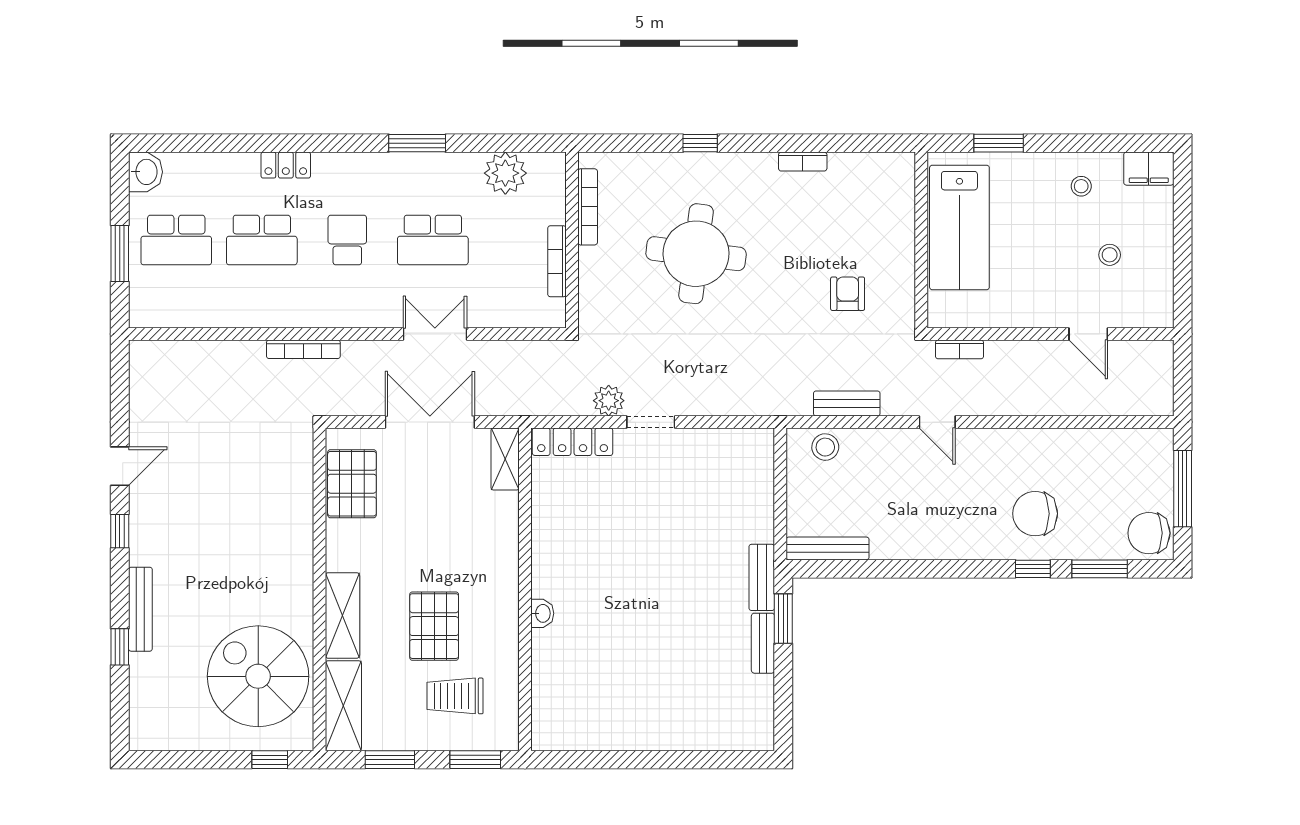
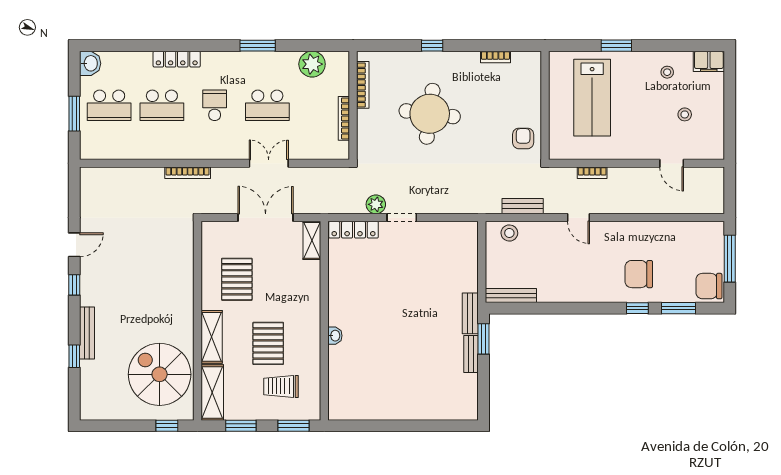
locker: (286, 165) -> (177, 59), width x1.53
wall: (921, 240) -> (545, 105), moved
pallet: (352, 484) -> (237, 279), moved

